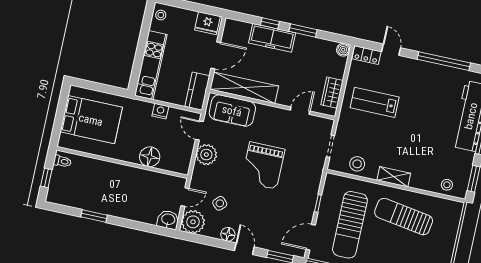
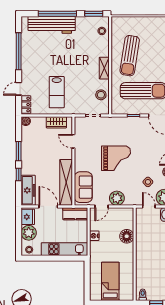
plant: (185, 20) -> (29, 233), added
freezer: (272, 38) -> (28, 190), moved
bed: (91, 120) -> (110, 281), width x0.67

